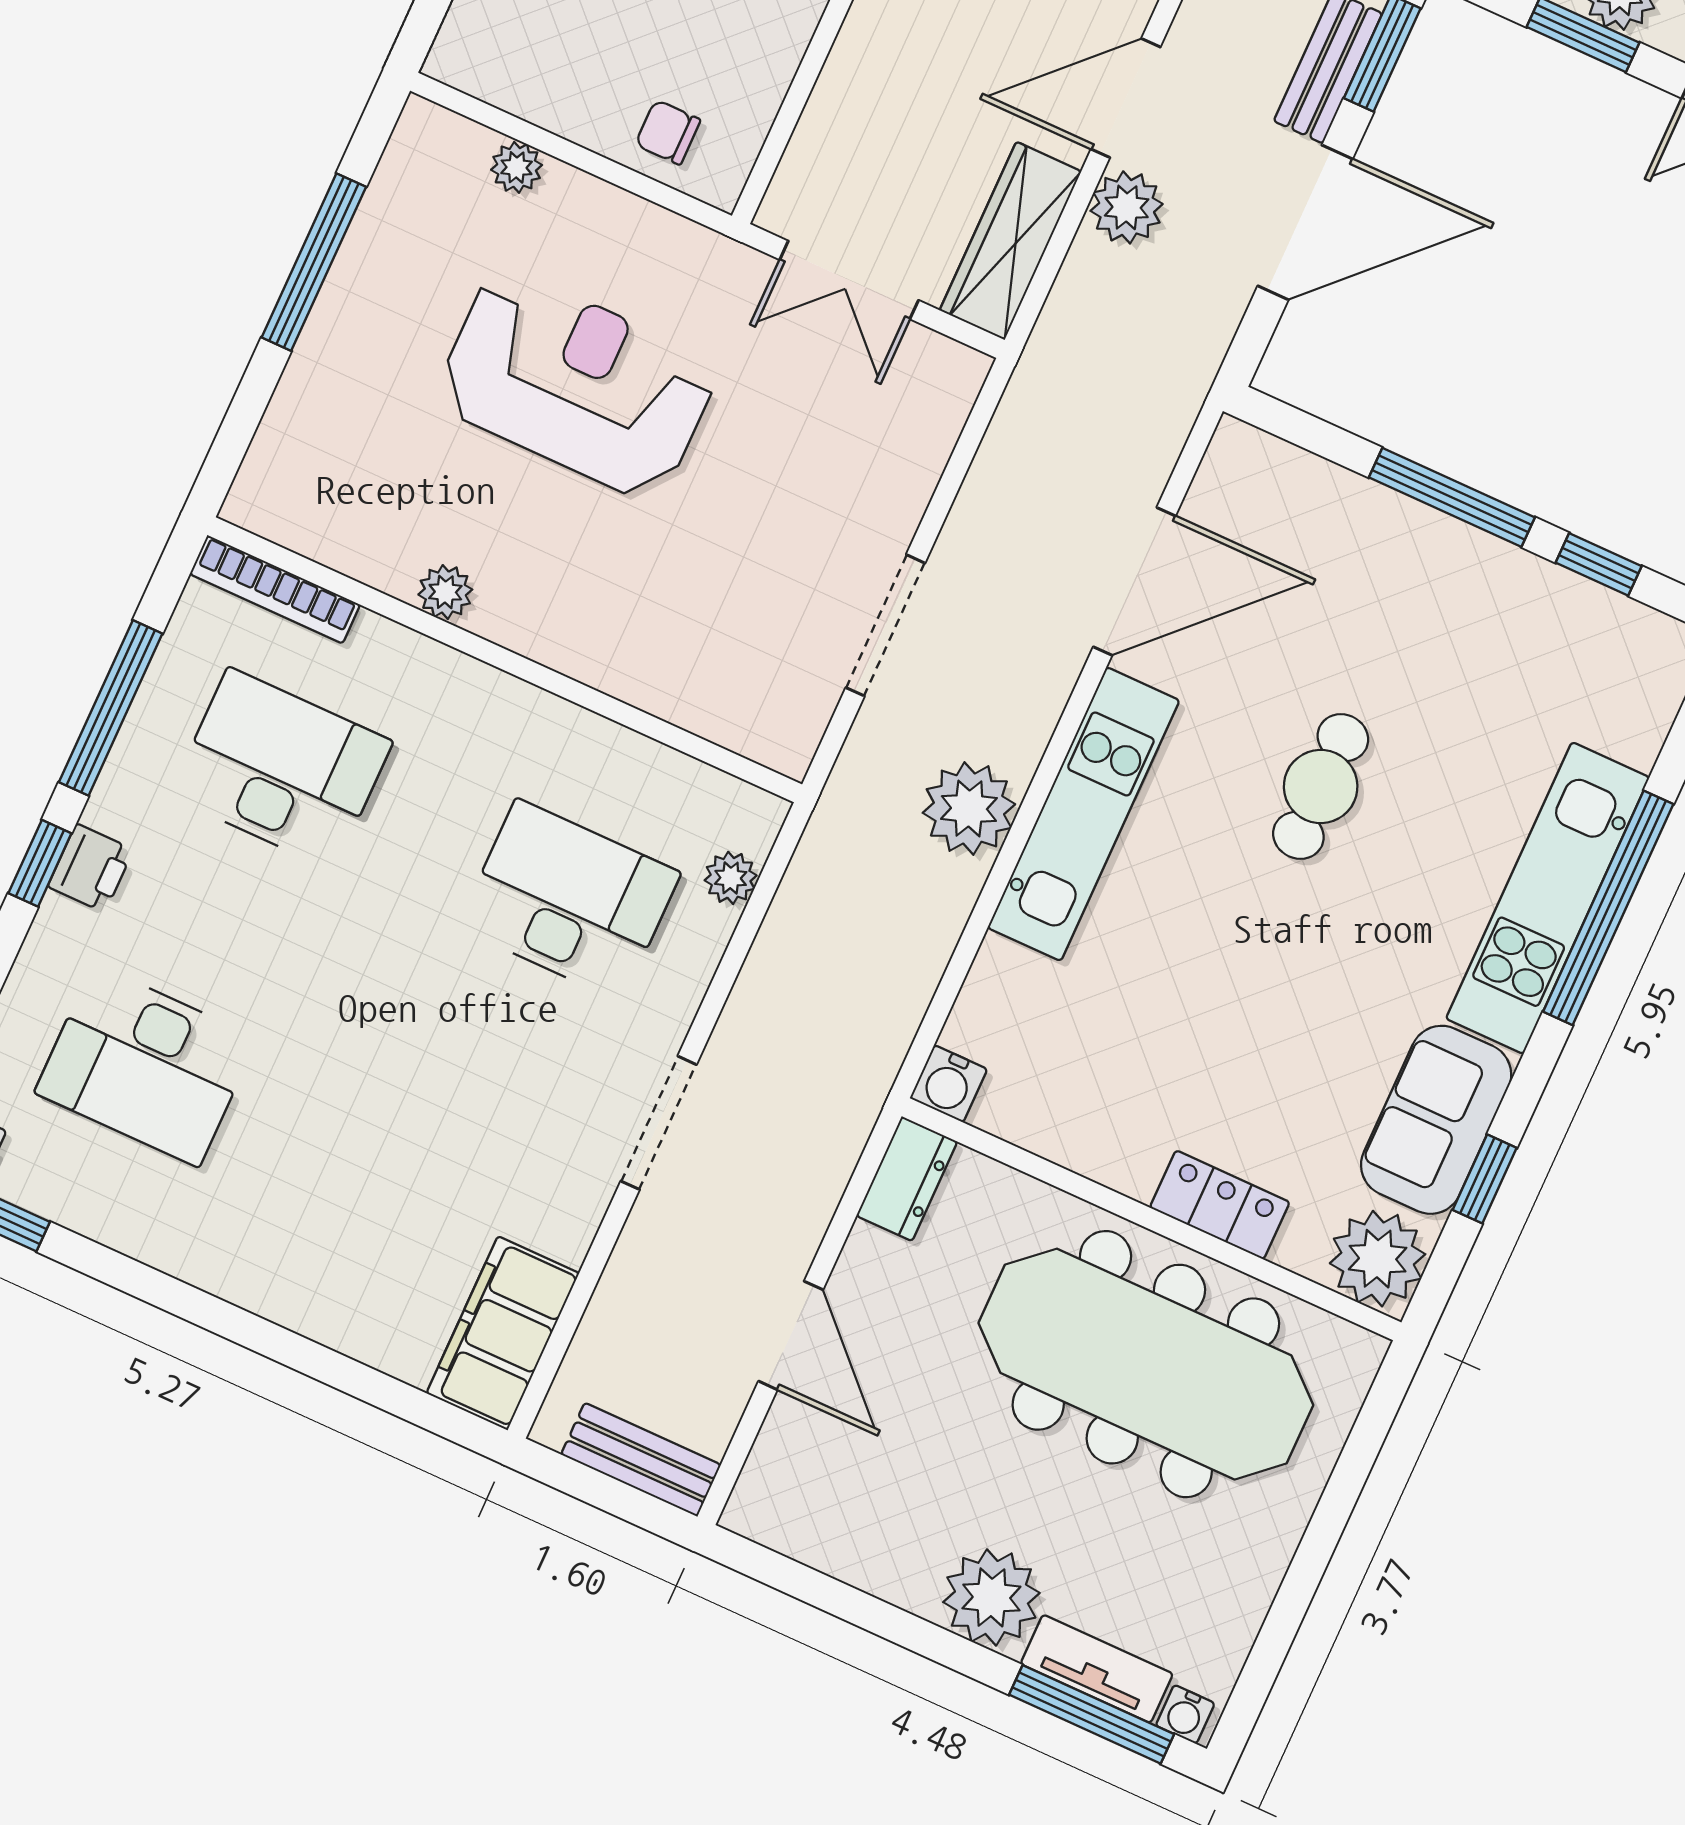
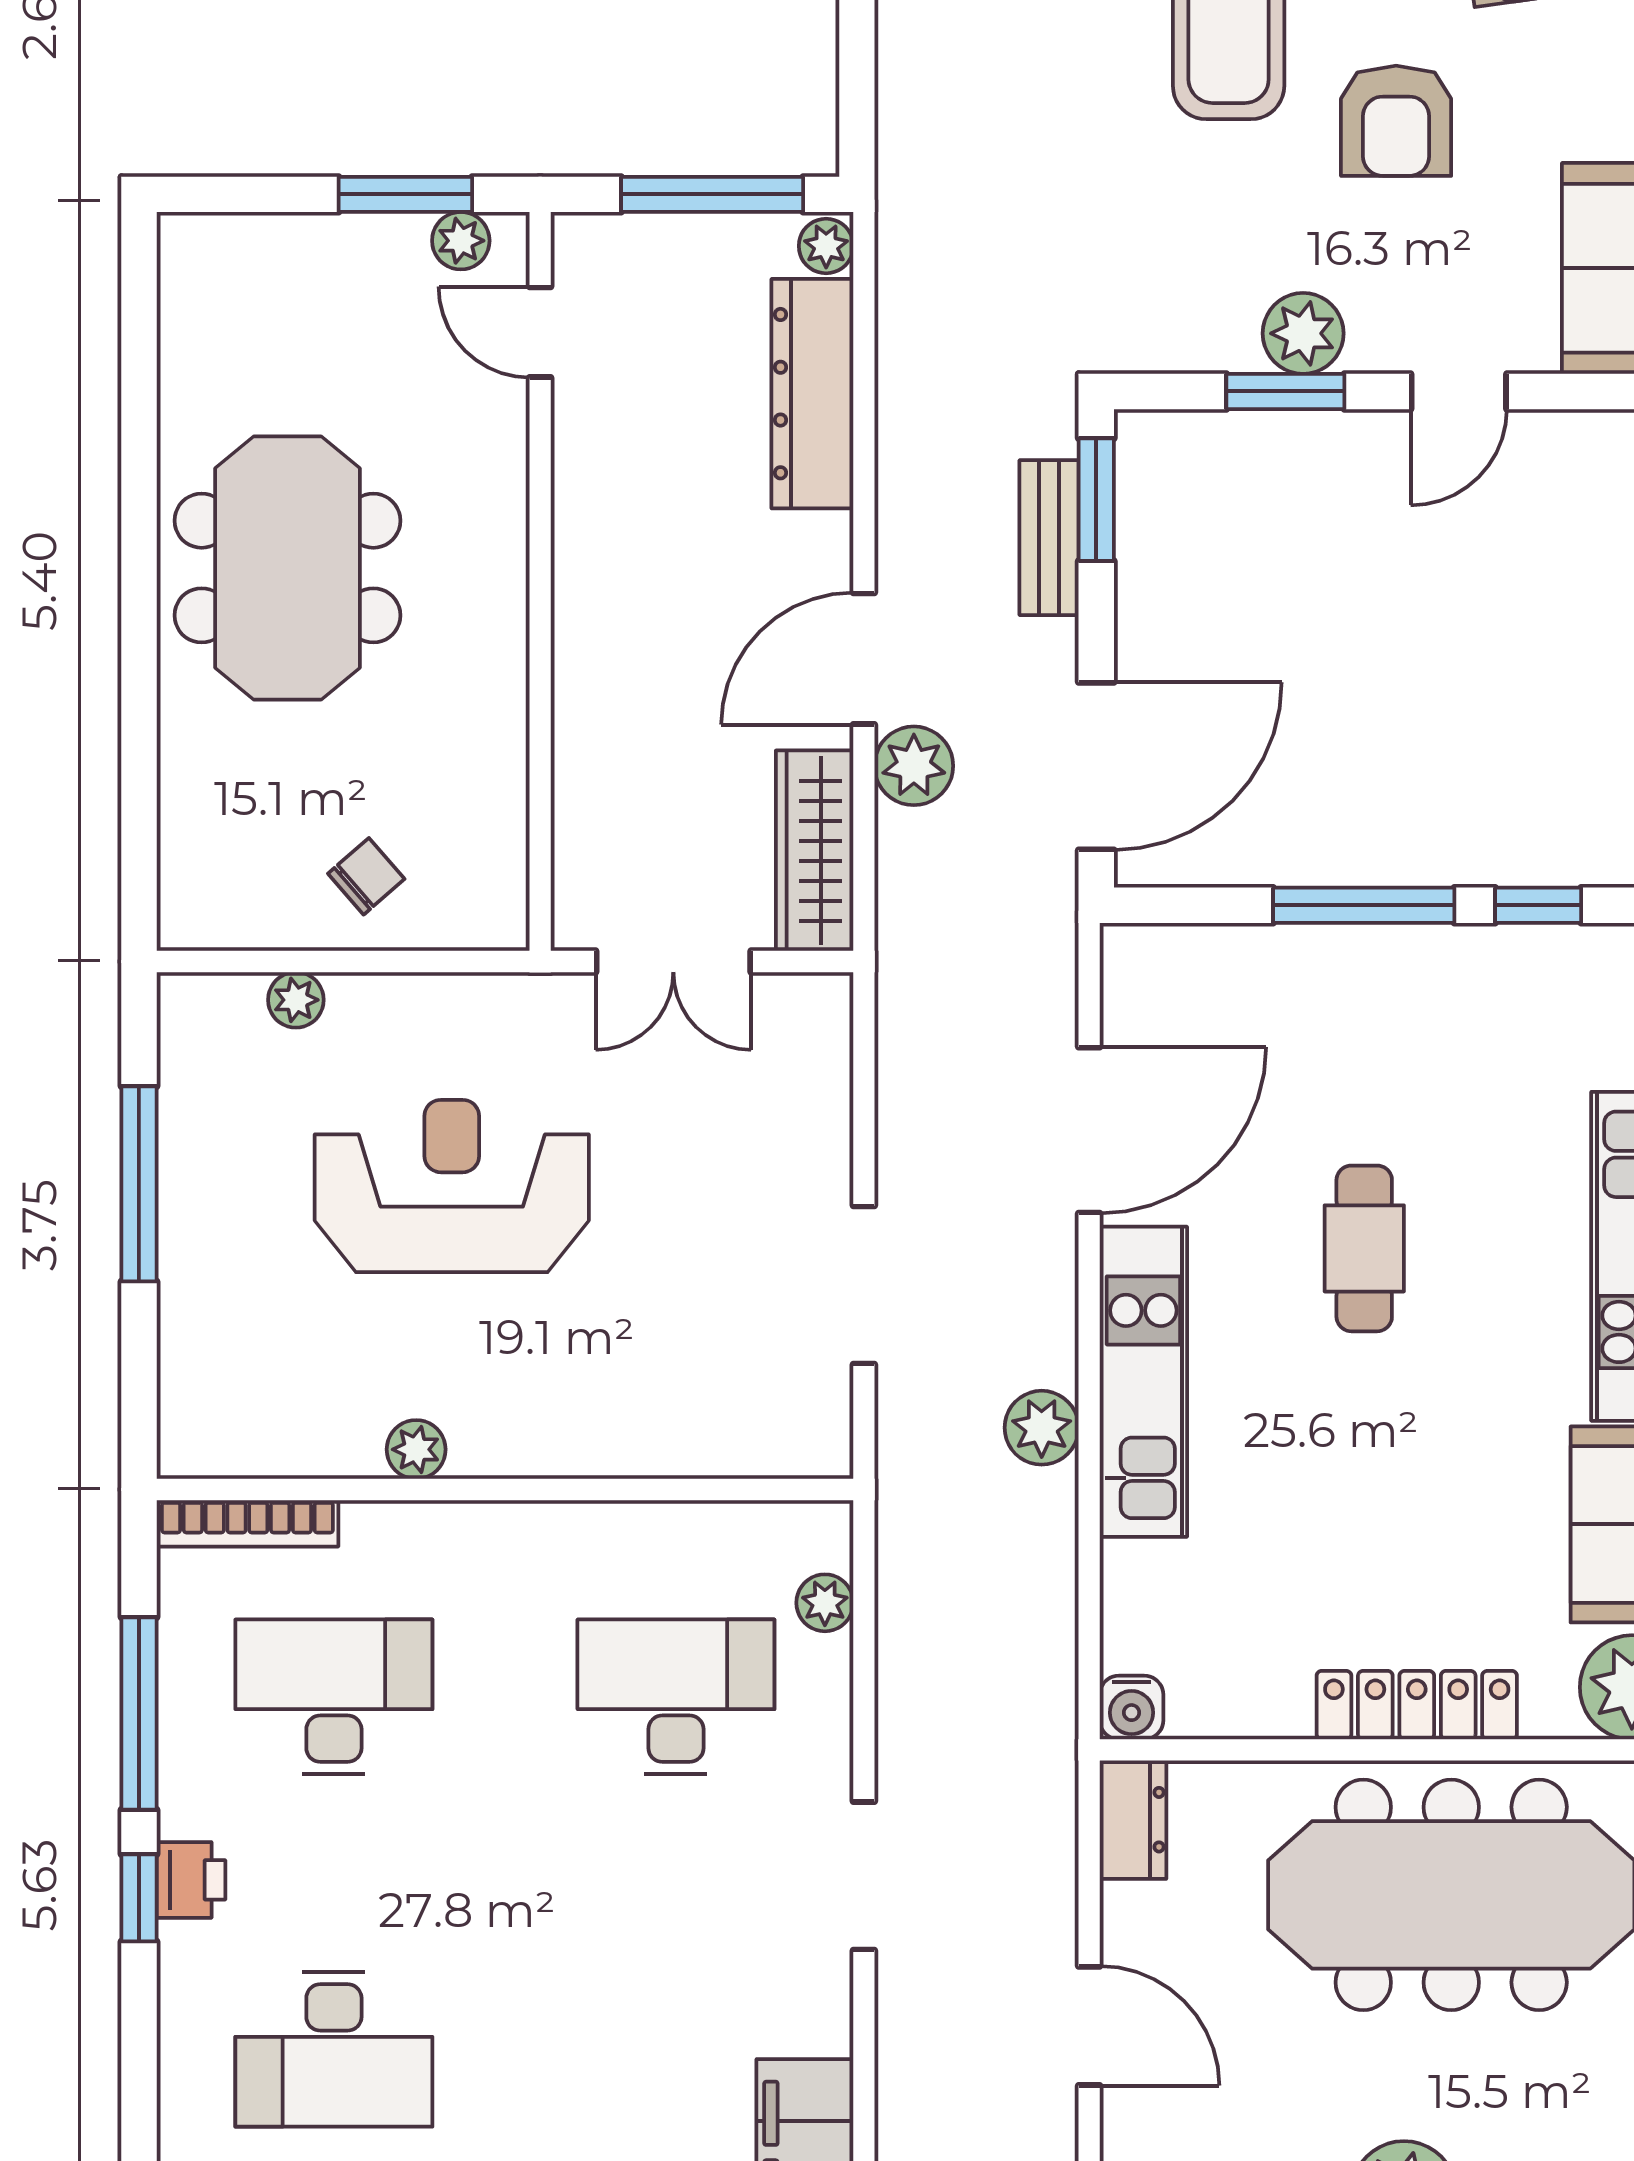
chair: (668, 132) -> (366, 876), moved, turned 139
door: (1305, 222) -> (1096, 766), moved
plant: (969, 809) -> (1042, 1428), width x0.73, depth x0.73
locker: (1220, 1205) -> (1417, 1705), width x1.53

